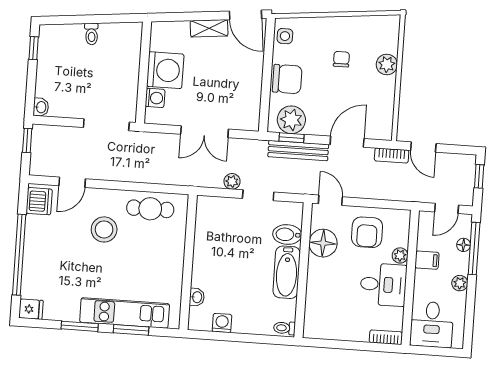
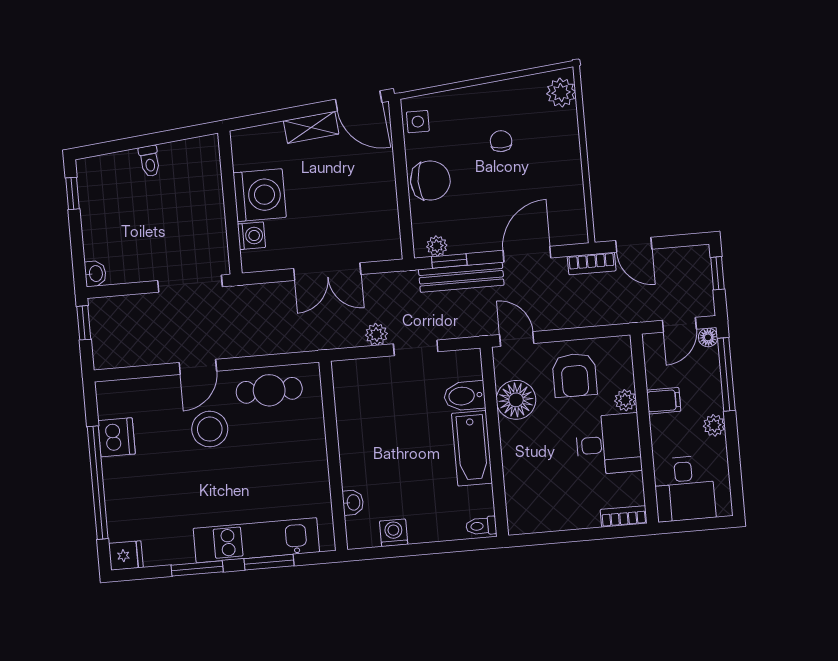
plant: (387, 64) -> (561, 93), moved
plant: (291, 120) -> (437, 246), width x0.53, depth x0.53
door: (72, 182) -> (198, 367), moved
dishwasher: (39, 201) -> (117, 437), moved
floor lamp: (464, 245) -> (708, 337), moved

